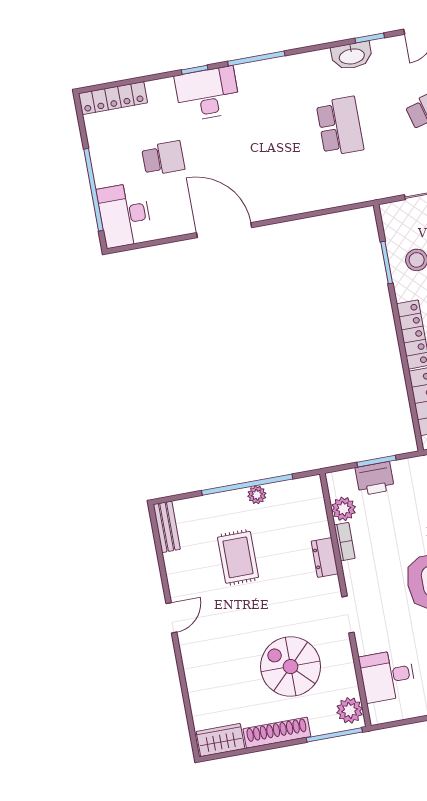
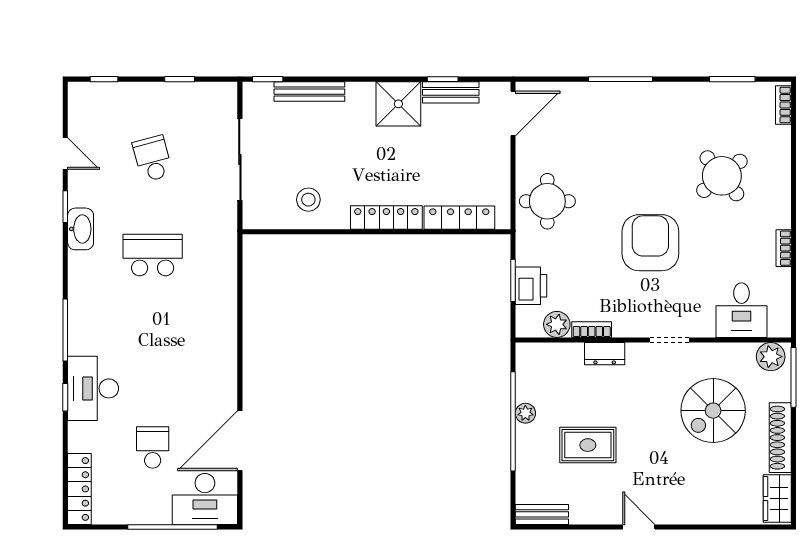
door: (224, 230) -> (240, 441), moved
window: (387, 263) -> (305, 232), removed

